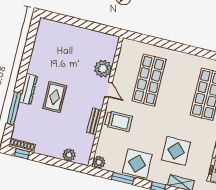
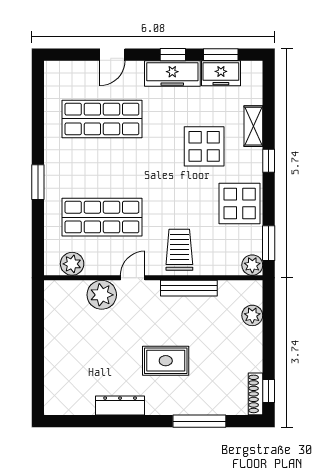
window: (179, 47) -> (38, 182), added
plant: (126, 56) -> (72, 264), added
dresser: (28, 89) -> (120, 406), moved
bench: (94, 121) -> (189, 288), width x1.36
window: (123, 178) -> (269, 243), moved

